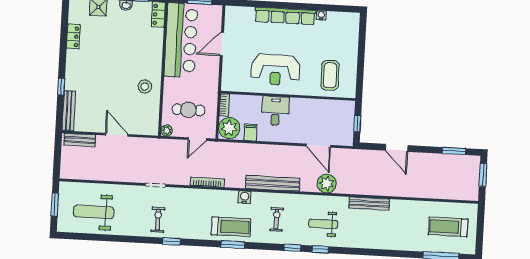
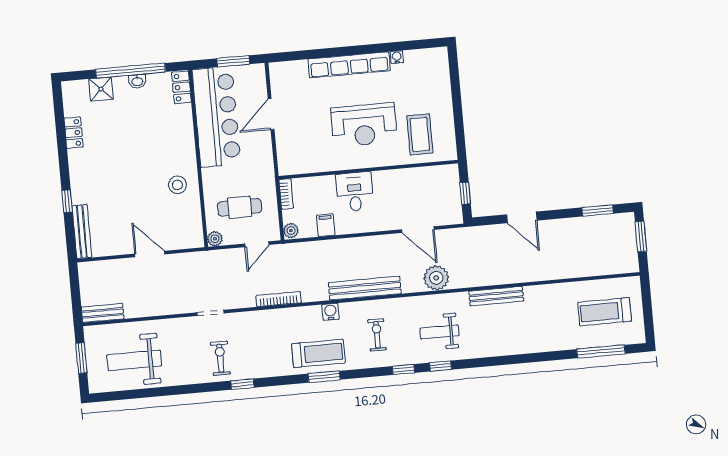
reception desk: (275, 70) -> (364, 125), moved
plant: (229, 128) -> (291, 231), width x0.53, depth x0.53
bench: (80, 140) -> (103, 313), moved

